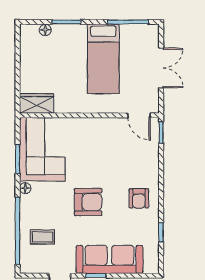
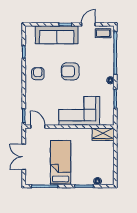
corner sofa: (42, 149) -> (79, 111), moved, turned 90
coffee table: (42, 237) -> (103, 33), moved

